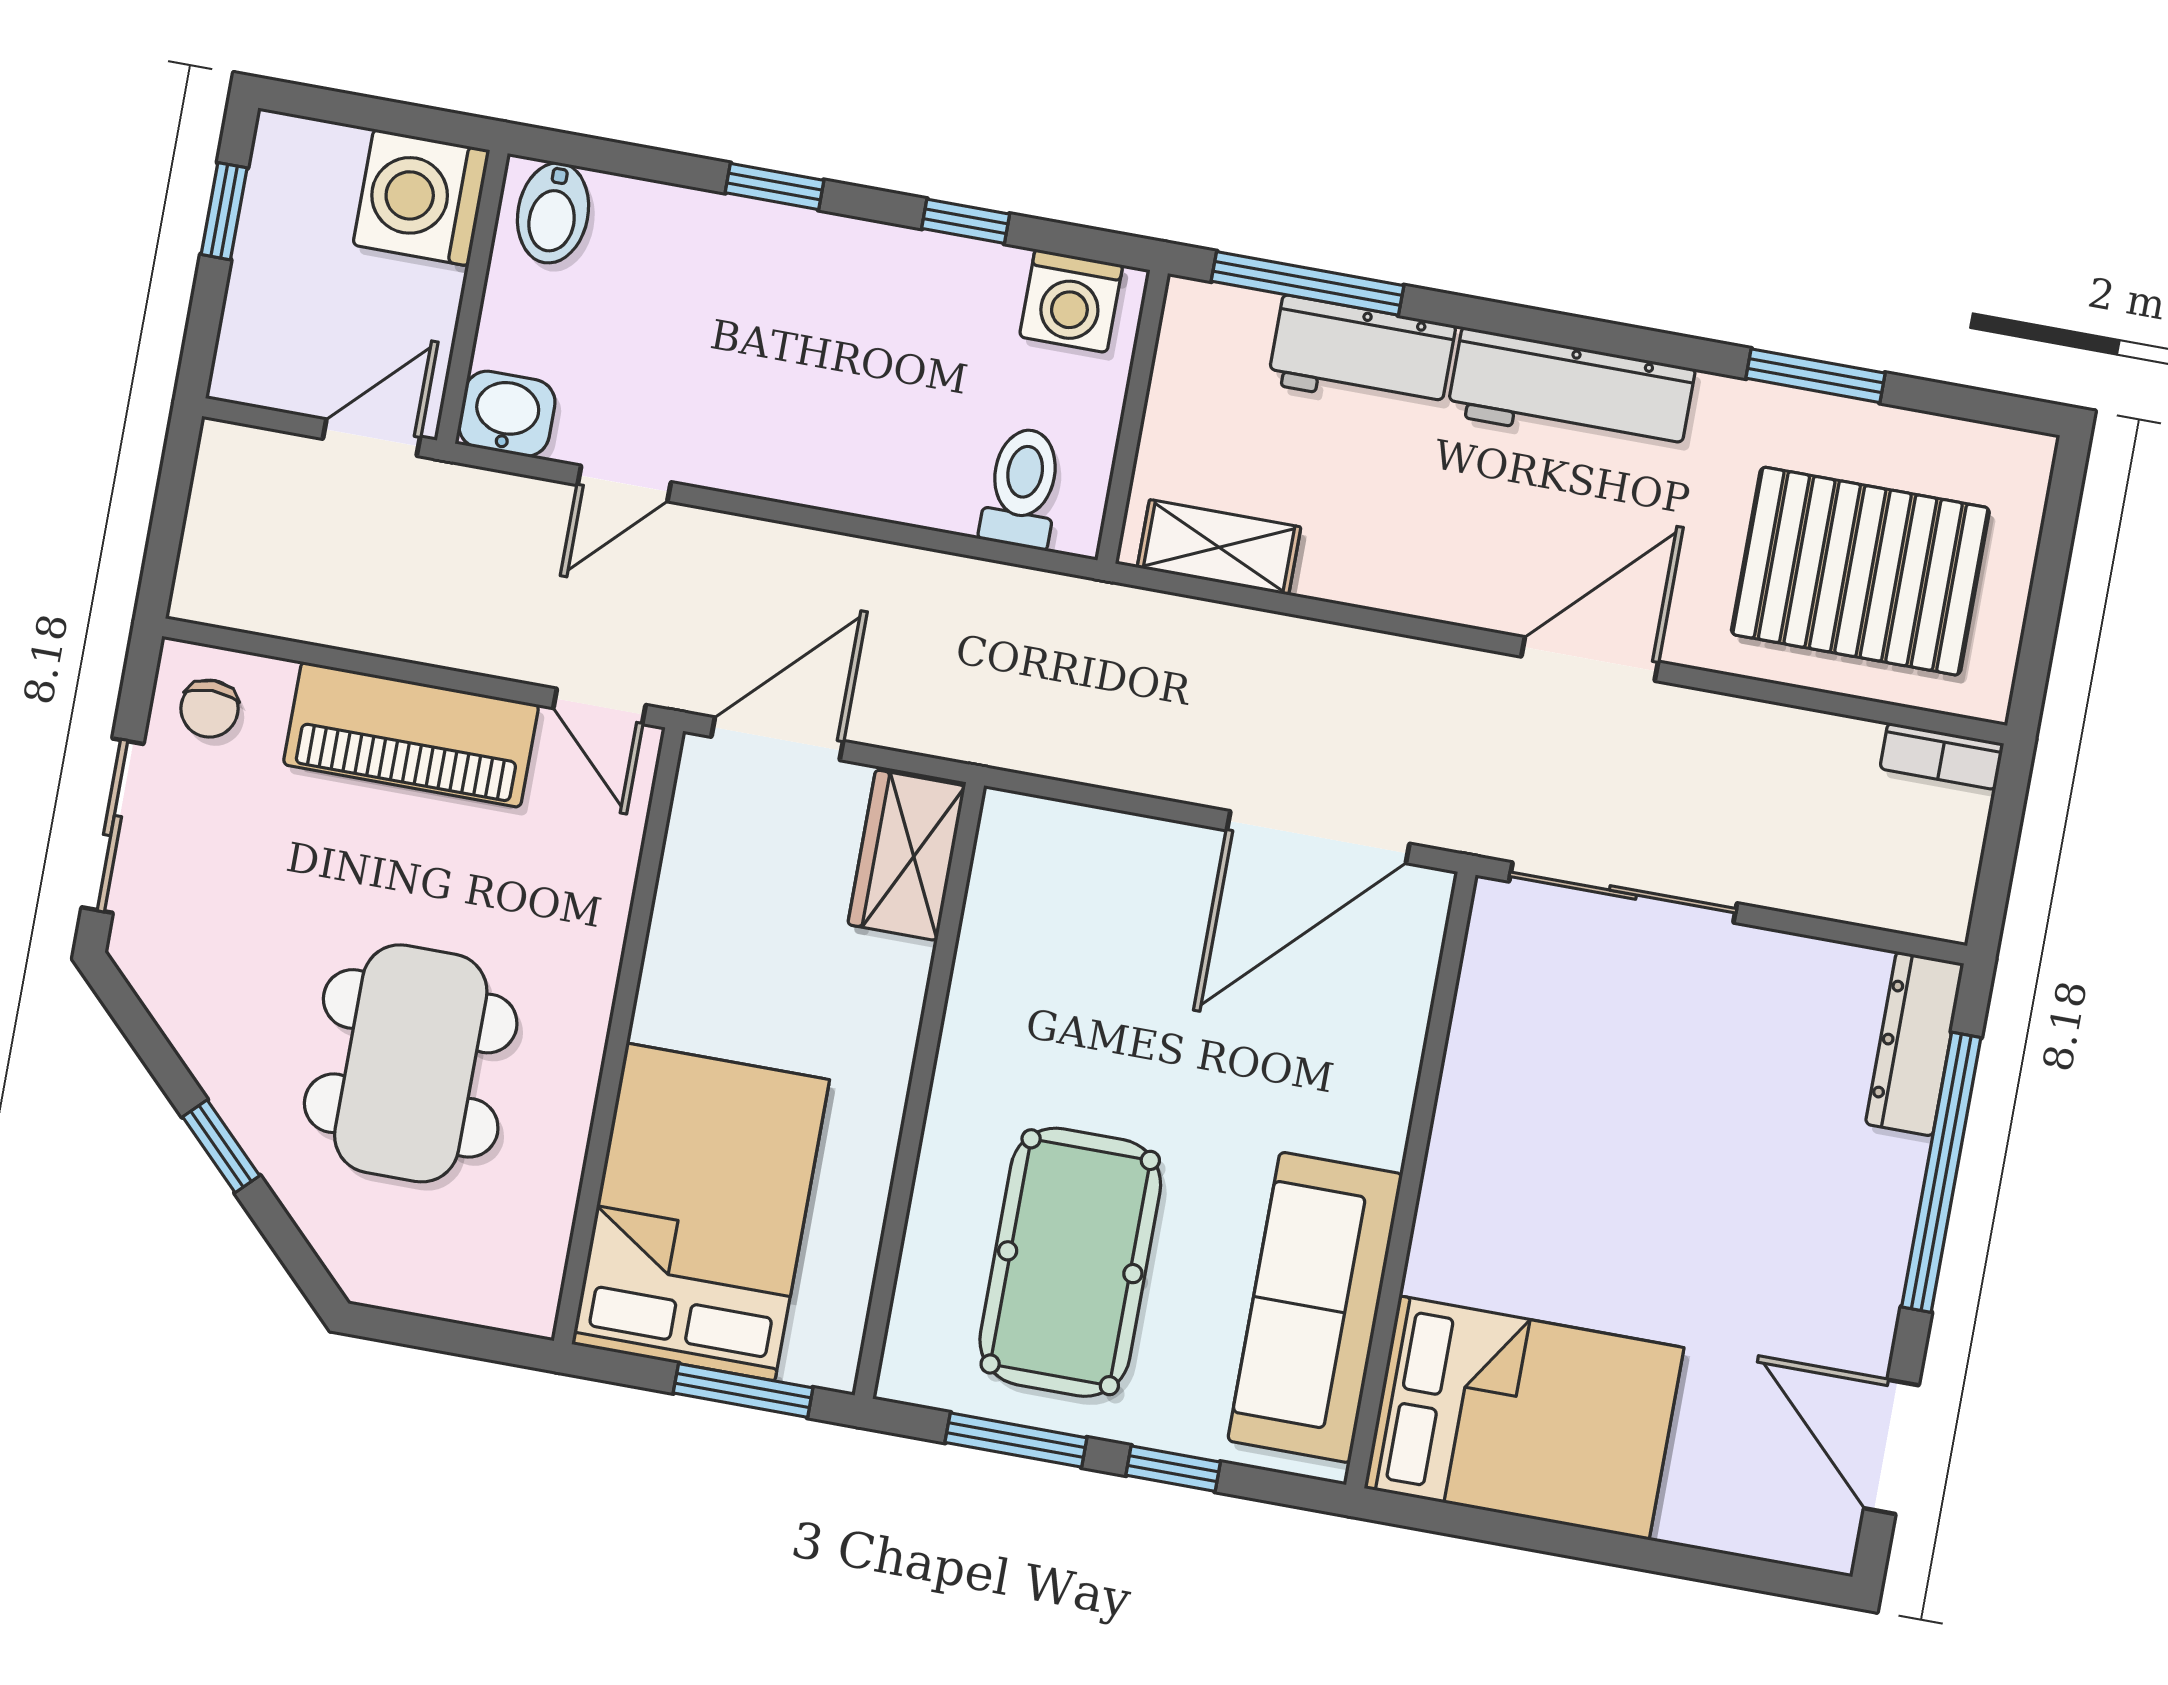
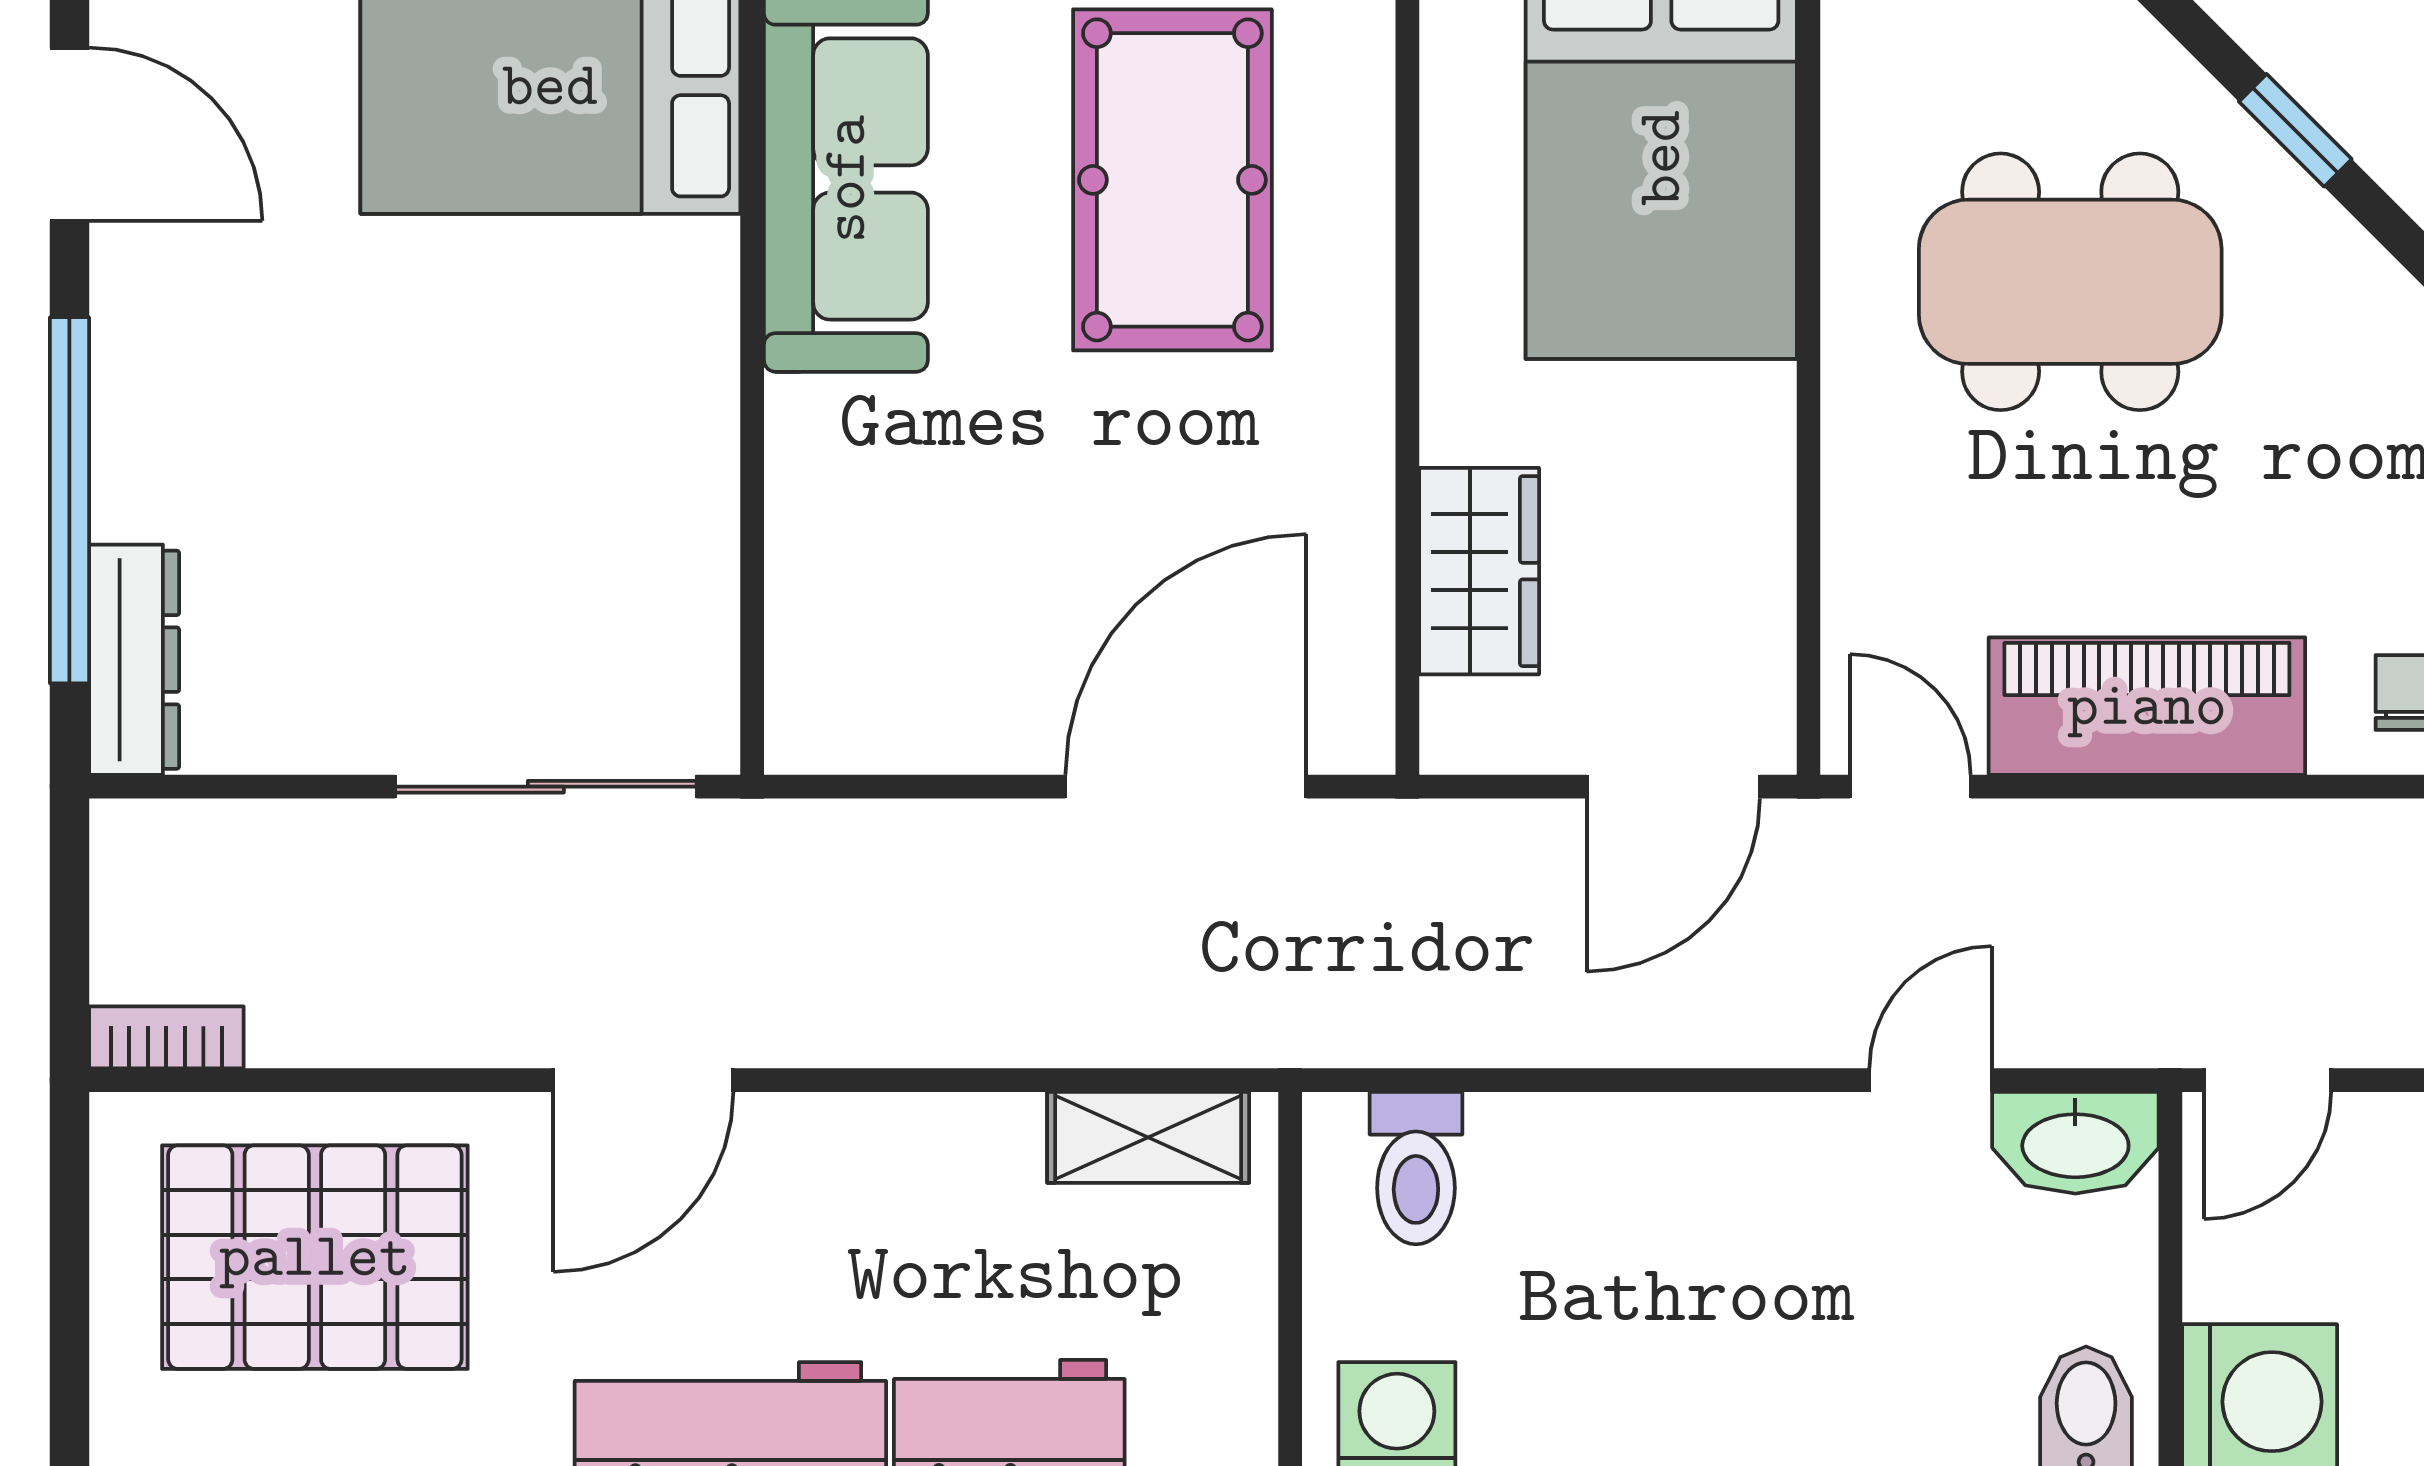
washbasin: (507, 414) -> (2075, 1143), width x1.38
door: (1318, 837) -> (1186, 787), moved
wardrobe: (907, 855) -> (1479, 571), moved
dining table: (411, 1063) -> (2070, 282), turned 90

